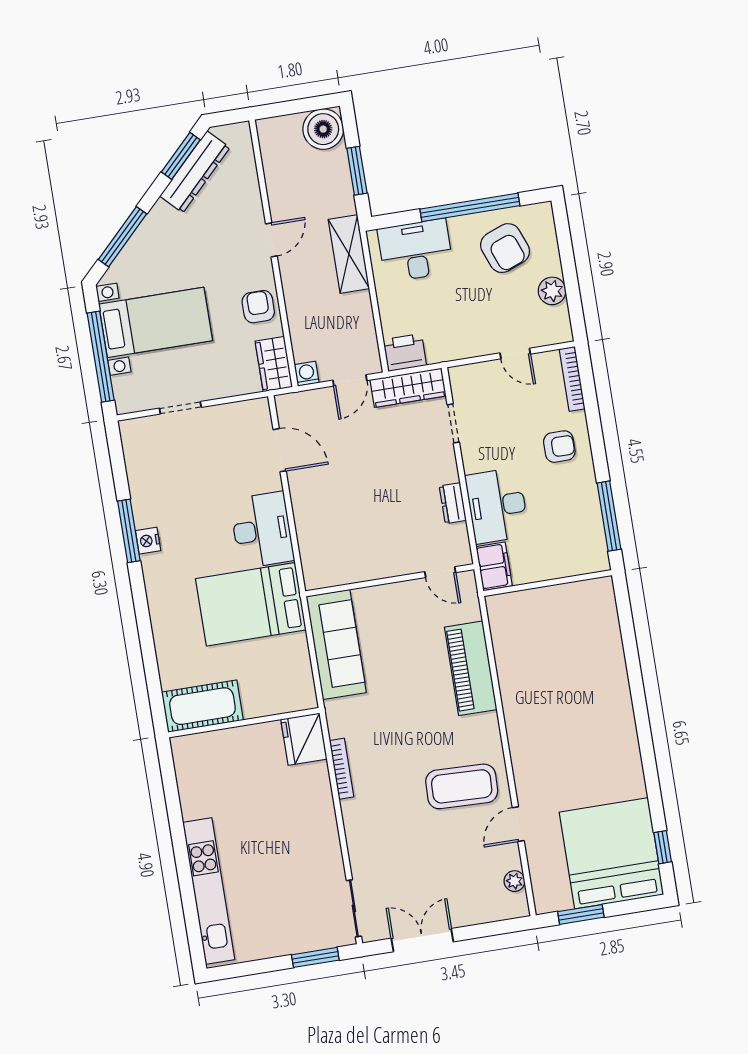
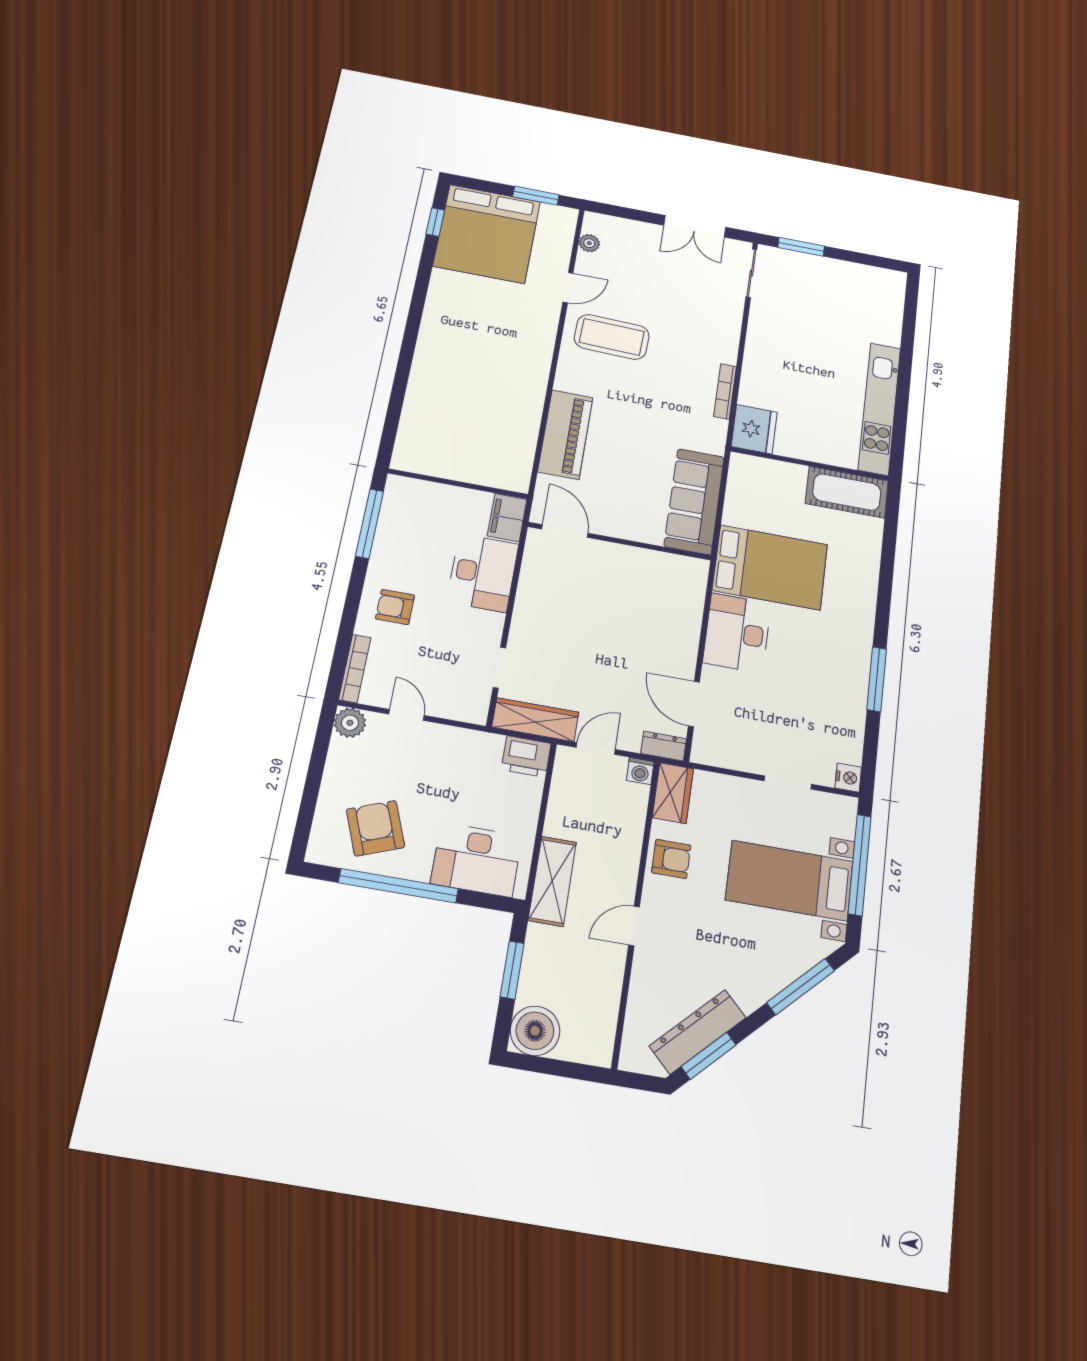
plant: (552, 291) -> (350, 723), moved
armchair: (258, 307) -> (671, 859), turned -90
dresser: (453, 503) -> (664, 746), moved, turned -90
nightstand: (148, 541) -> (848, 778), moved
door: (440, 572) -> (565, 531), width x1.38
kitchen unit: (209, 891) -> (879, 409), moved

